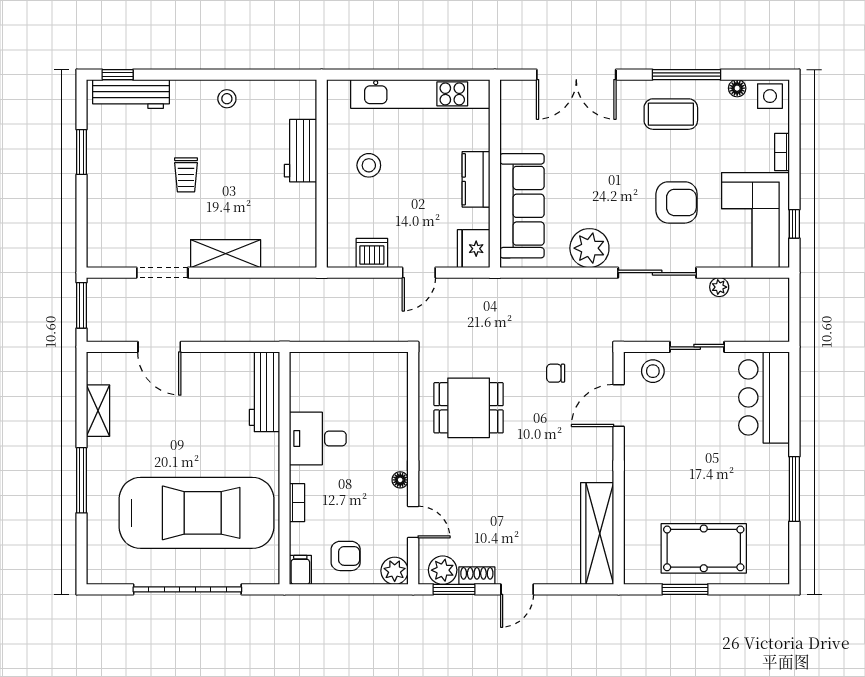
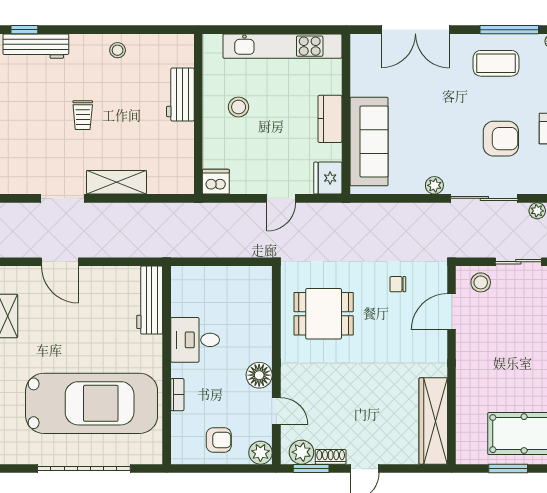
plant: (589, 248) -> (434, 185), width x0.53, depth x0.53
dishwasher: (372, 253) -> (216, 182), moved
floor lamp: (400, 480) -> (259, 375), width x1.89, depth x1.89
filing cabinet: (300, 570) -> (180, 452), removed

